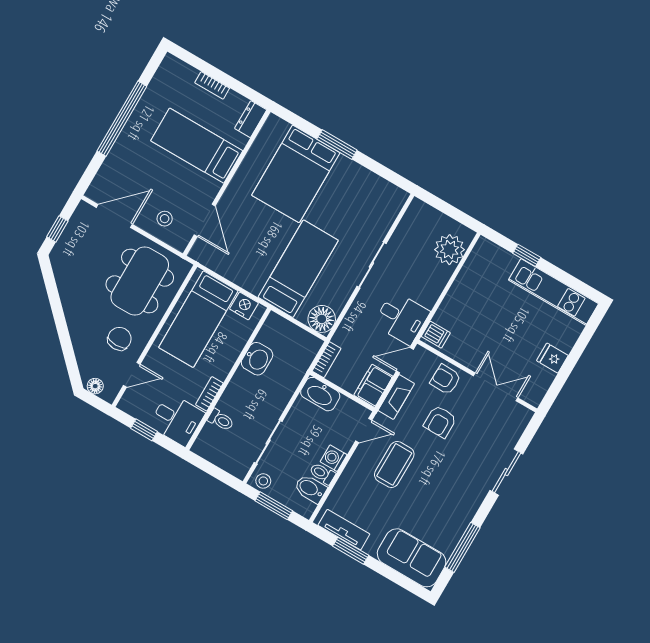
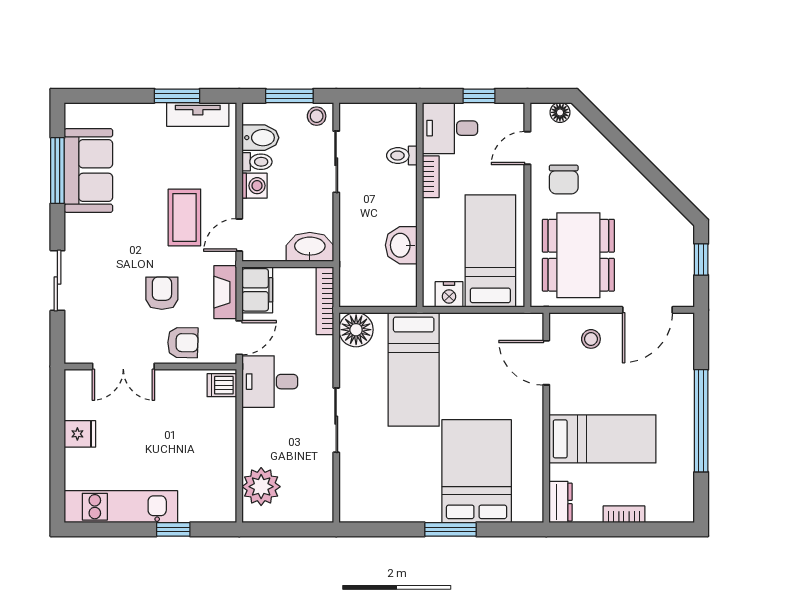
bookcase: (327, 360) -> (325, 301), width x1.56
sofa: (412, 558) -> (88, 171), moved, turned -90

